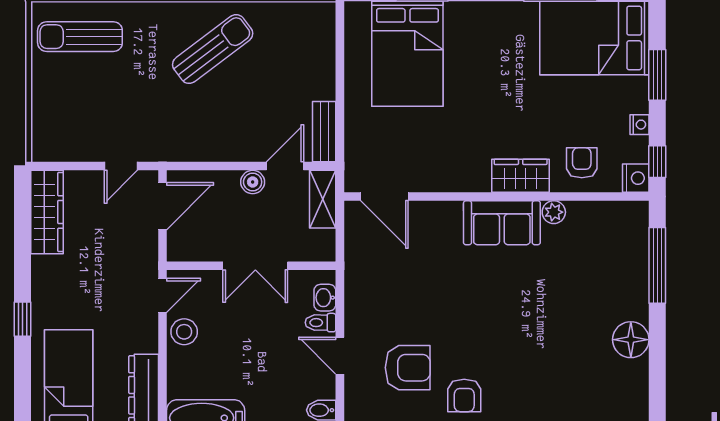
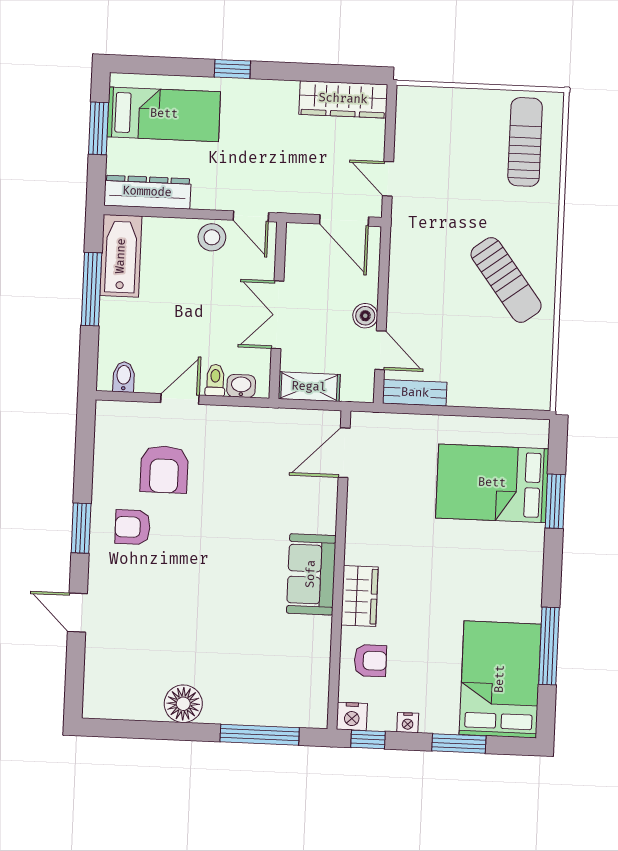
shelving: (323, 199) -> (309, 387), moved
plant: (554, 212) -> (320, 629), removed

